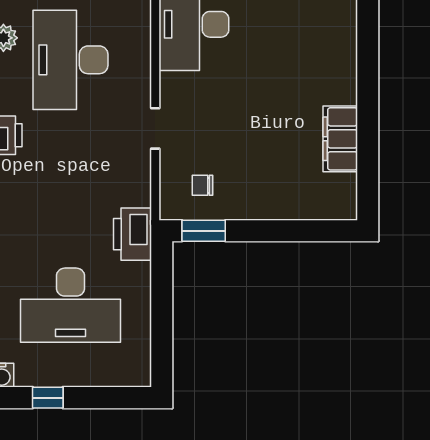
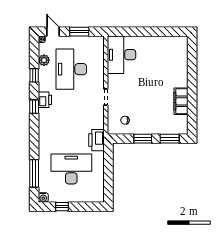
window: (204, 231) -> (143, 139), moved
window: (313, 231) -> (170, 139), added
desk: (71, 305) -> (71, 169), turned 180

